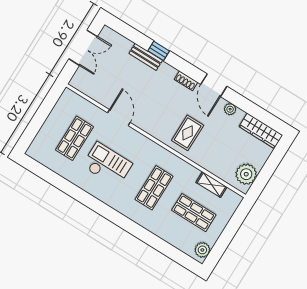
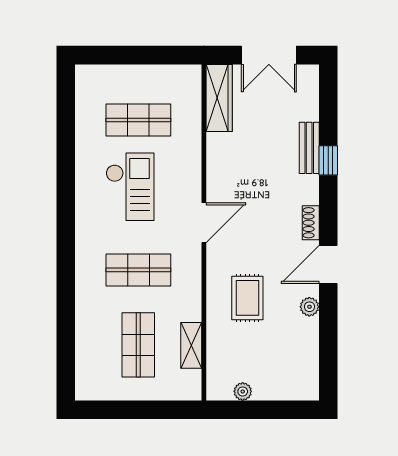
door: (119, 118) -> (204, 223), moved
wardrobe: (261, 131) -> (219, 98), moved, turned 180
rug: (188, 133) -> (247, 298), moved, turned 90
plant: (246, 174) -> (243, 391), width x0.53, depth x0.53
plant: (202, 250) -> (95, 388), removed

